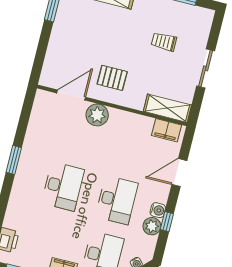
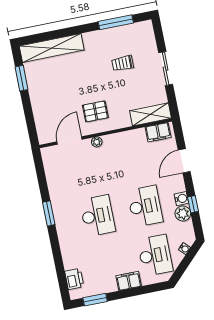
plant: (97, 115) -> (97, 142), width x0.53, depth x0.53

